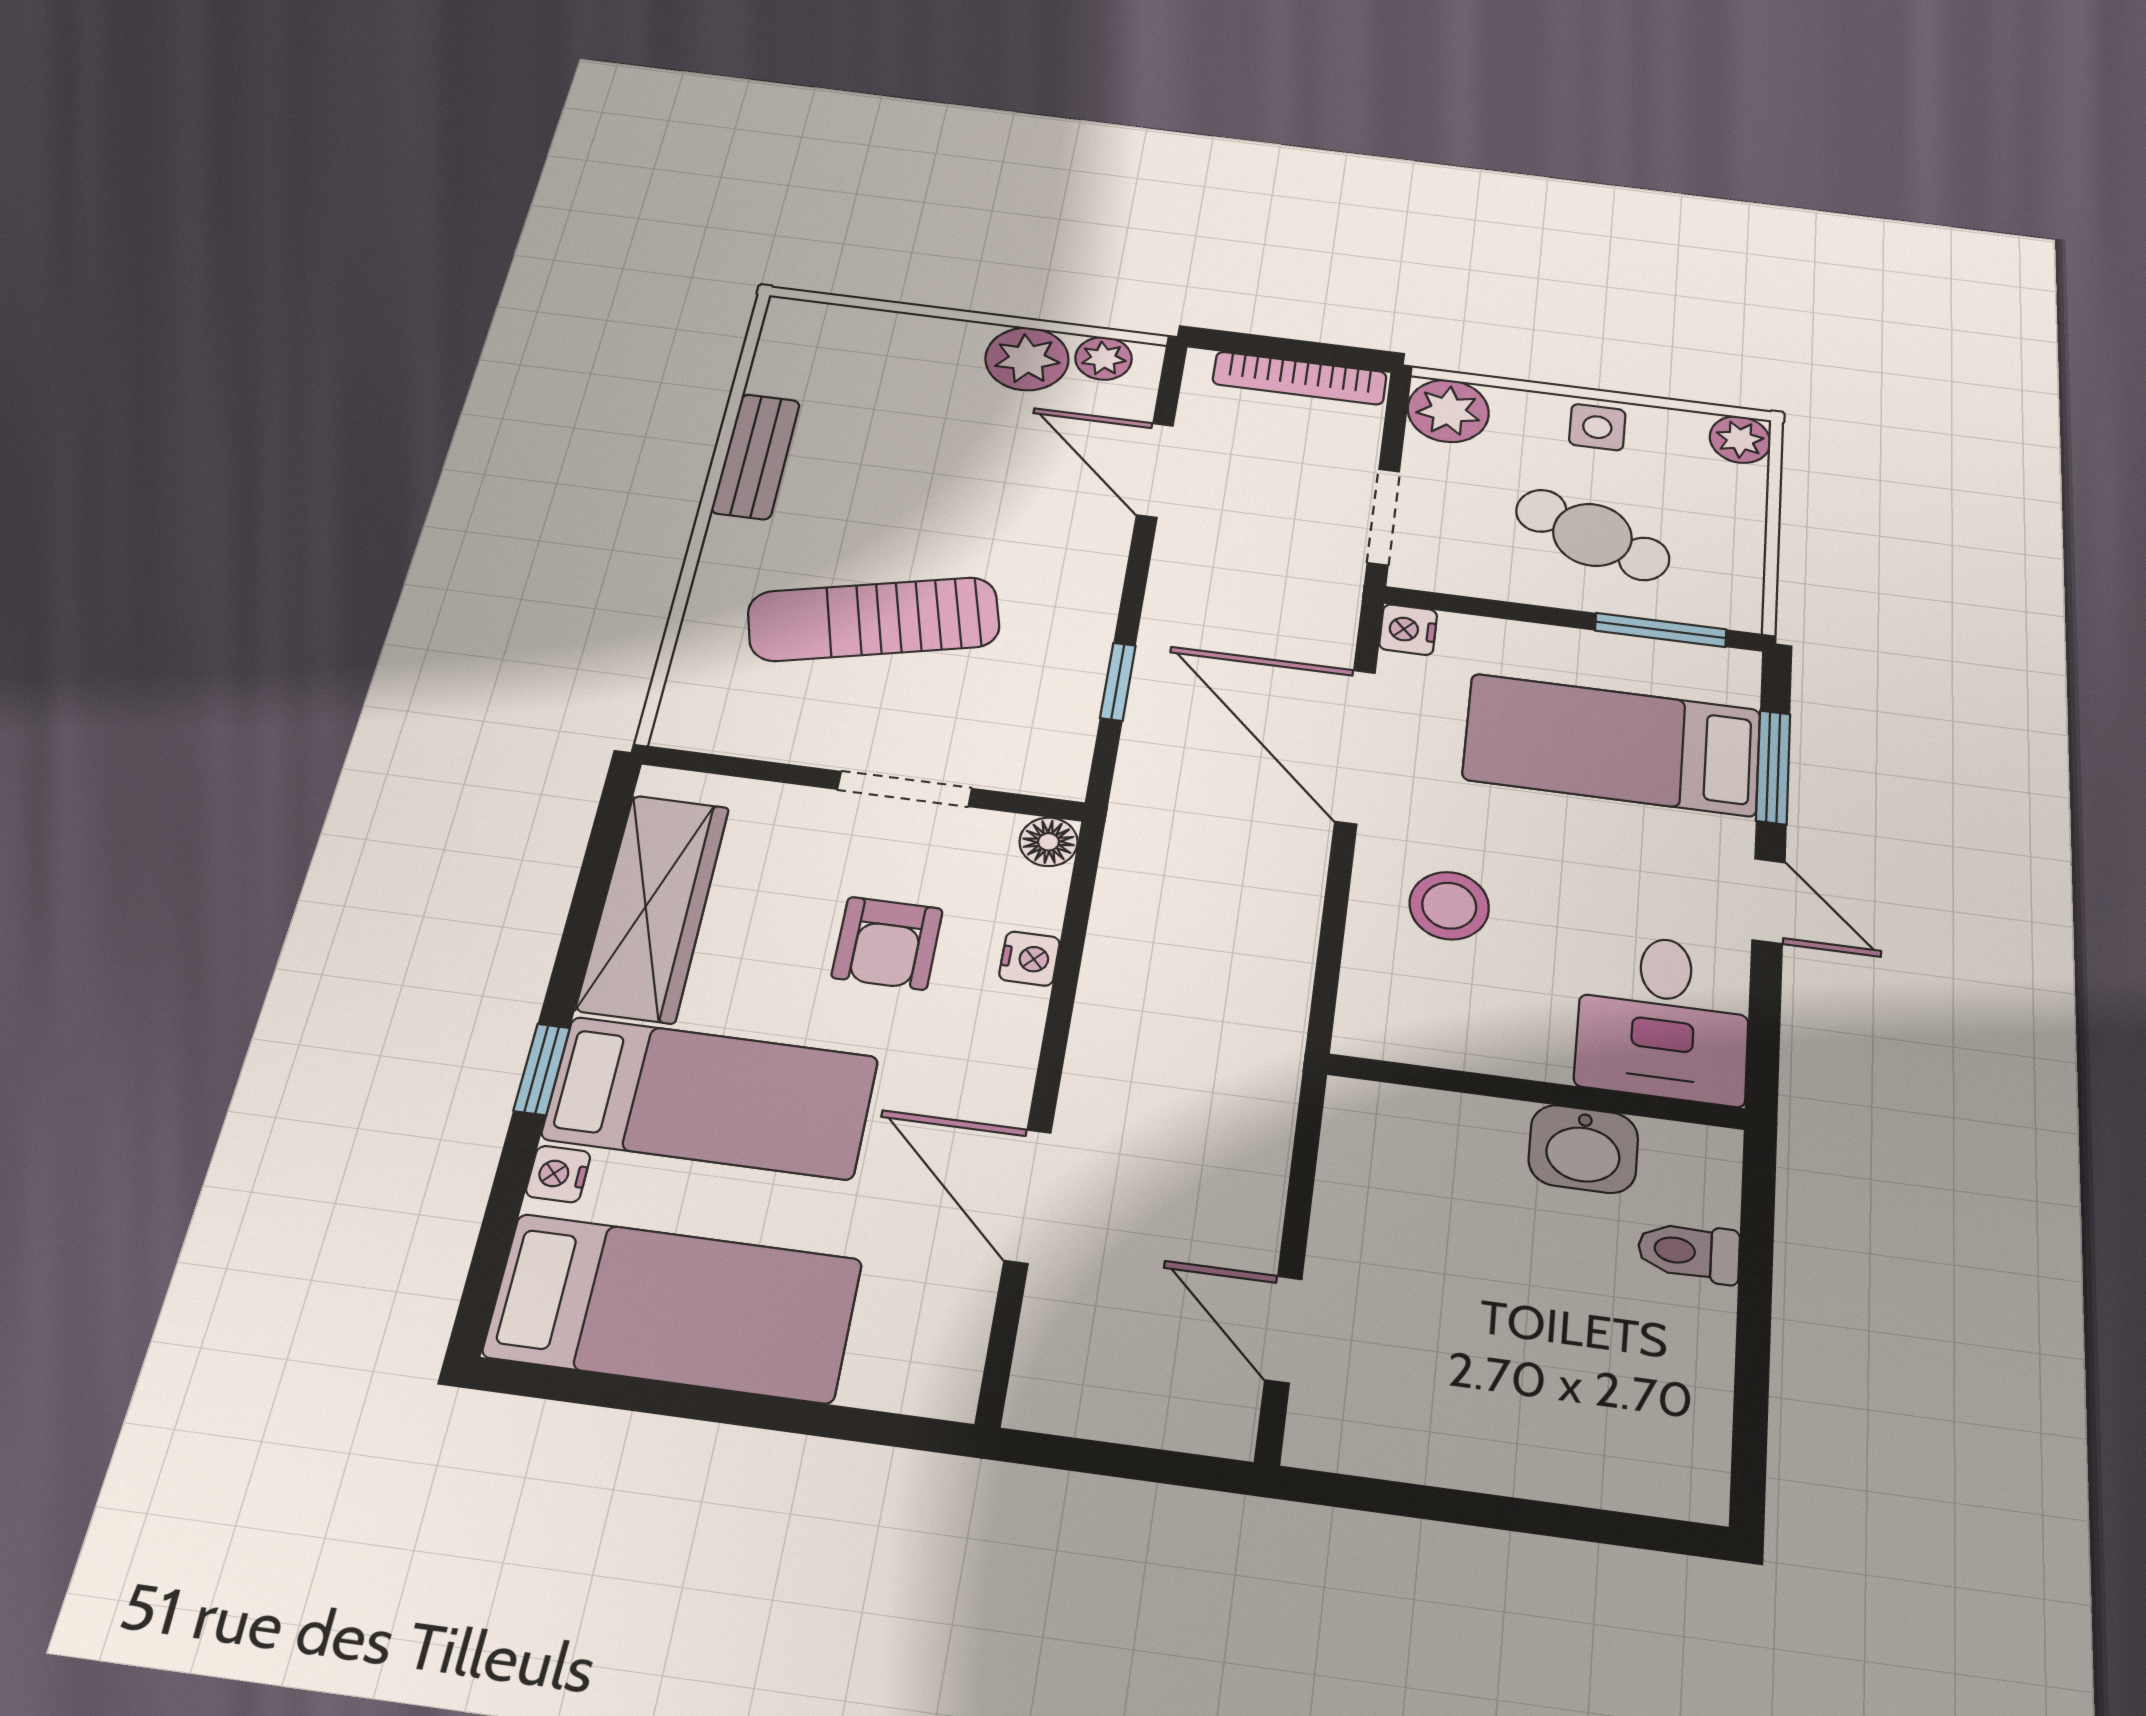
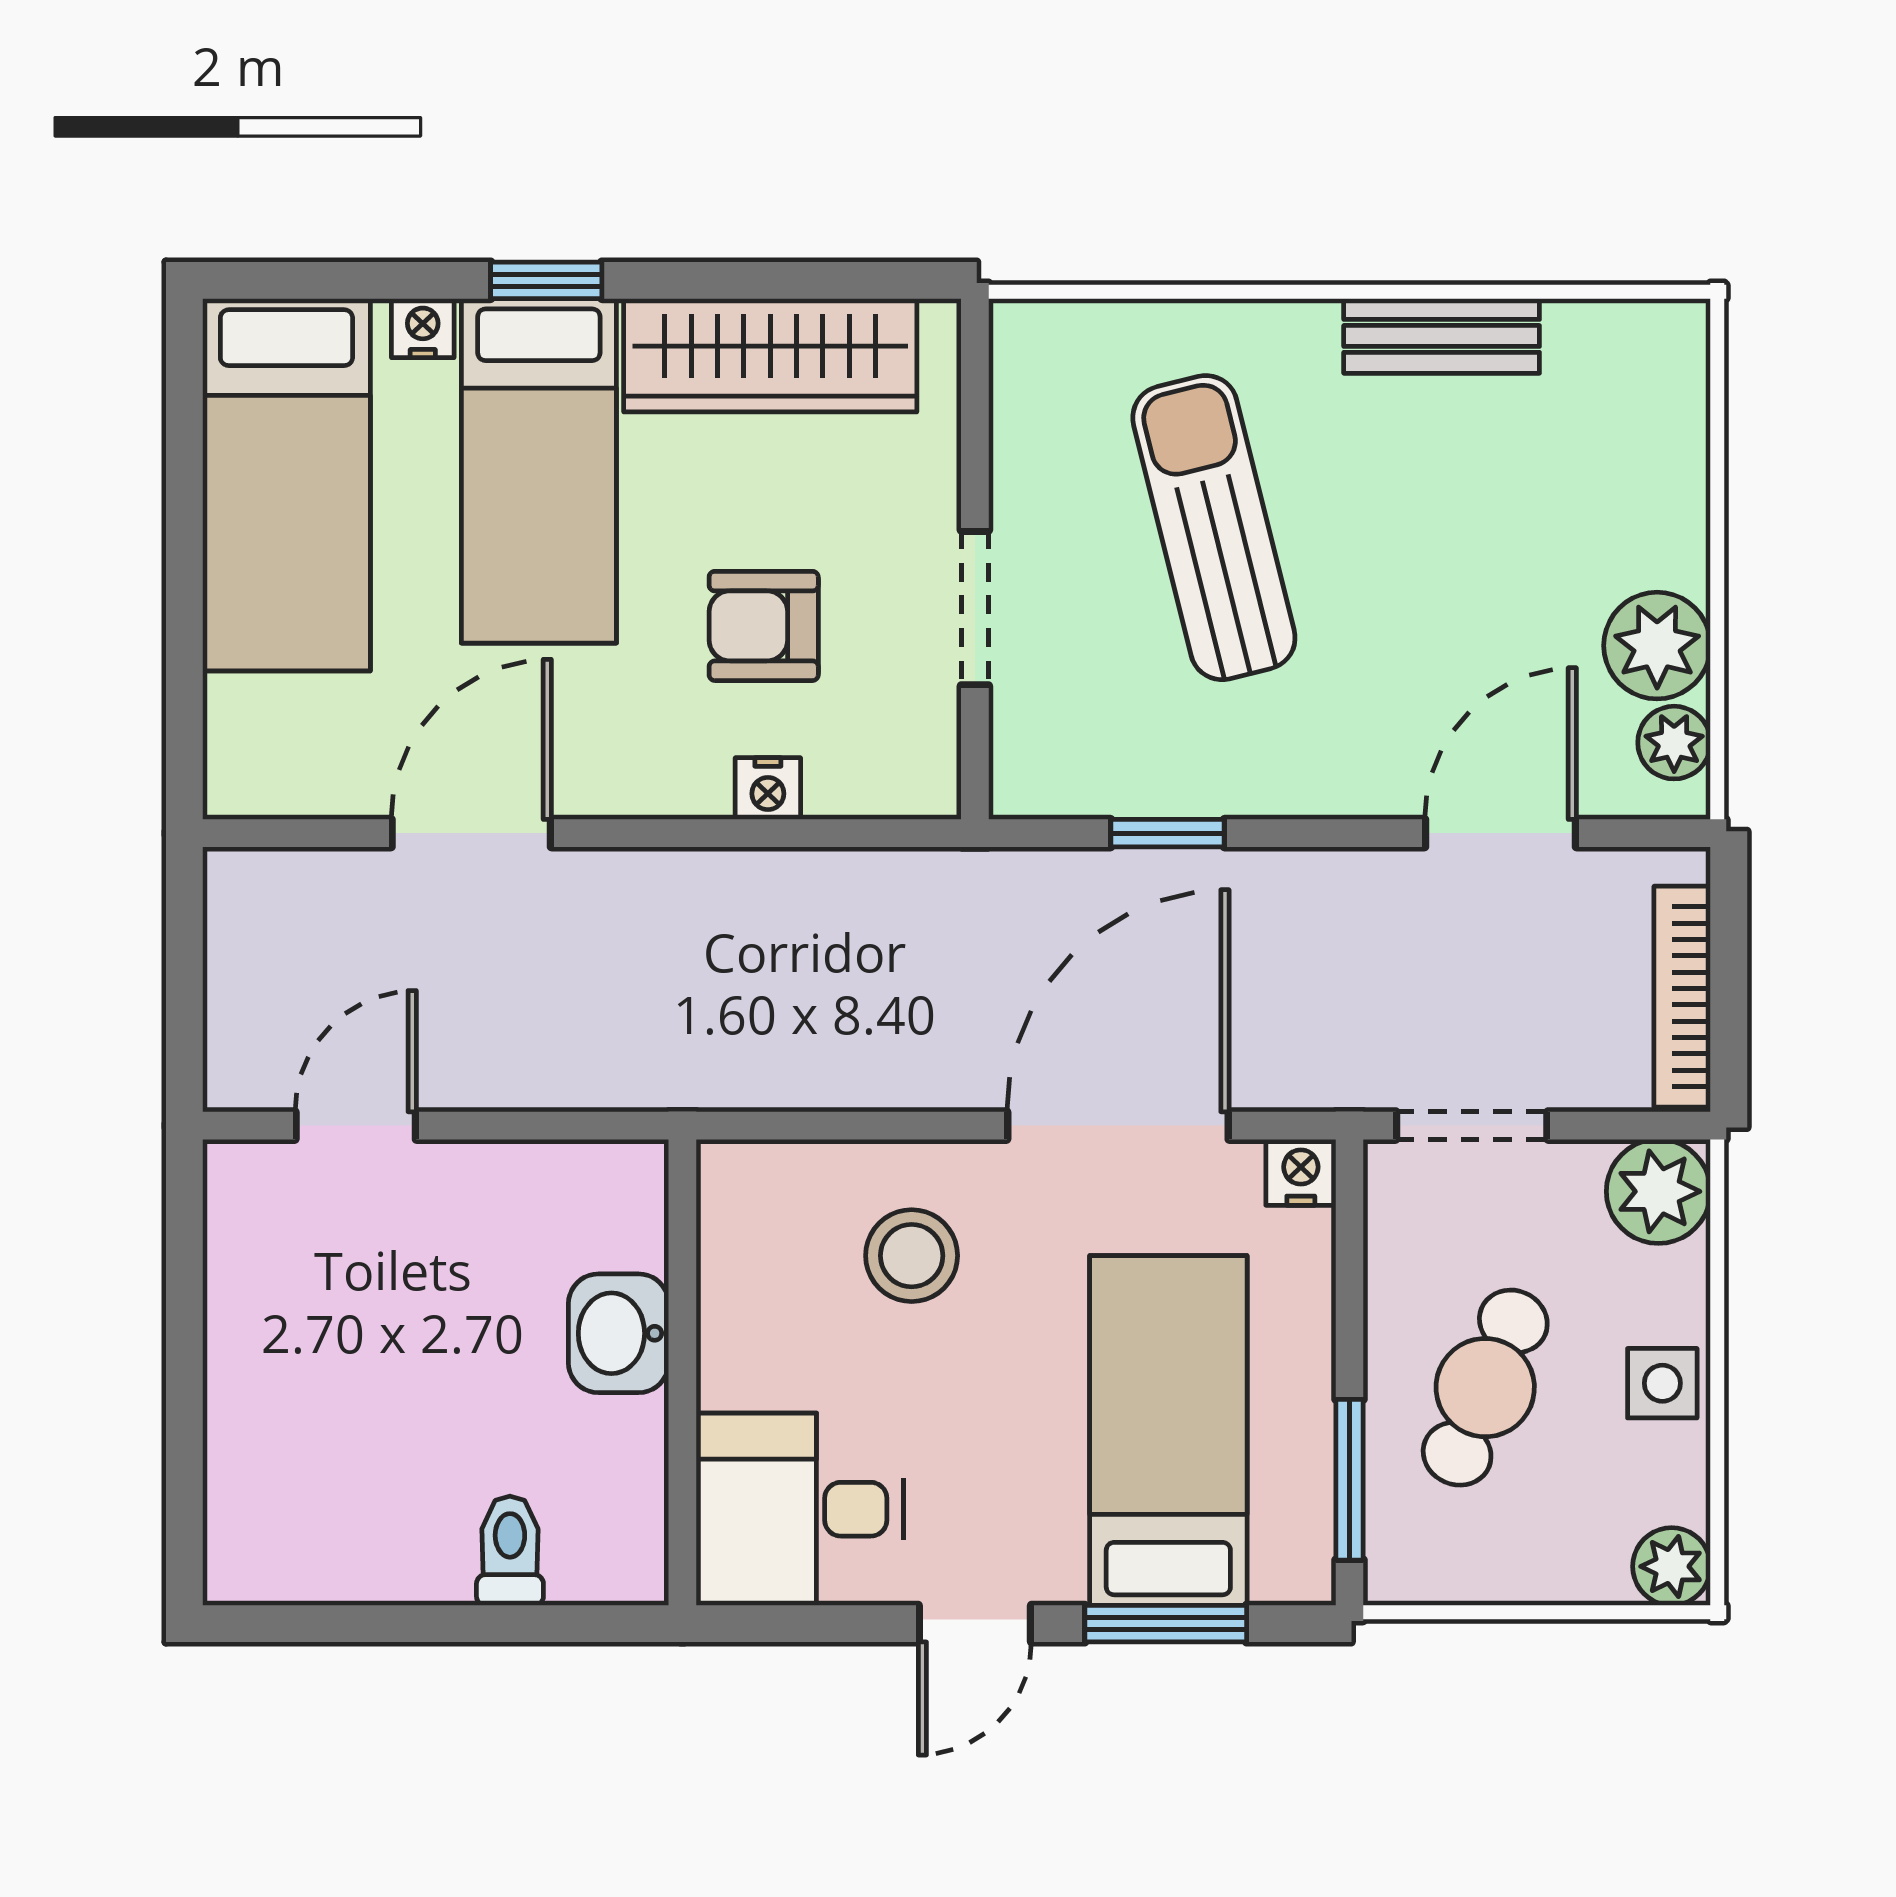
floor lamp: (1049, 842) -> (928, 786), removed
washbasin: (1583, 1149) -> (619, 1333), moved

